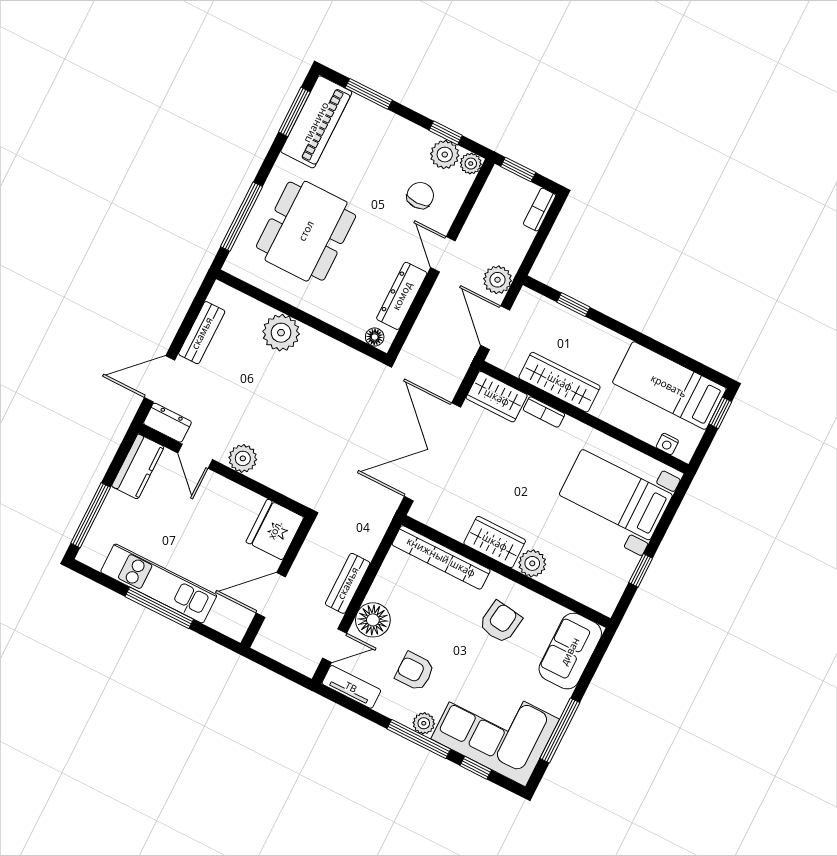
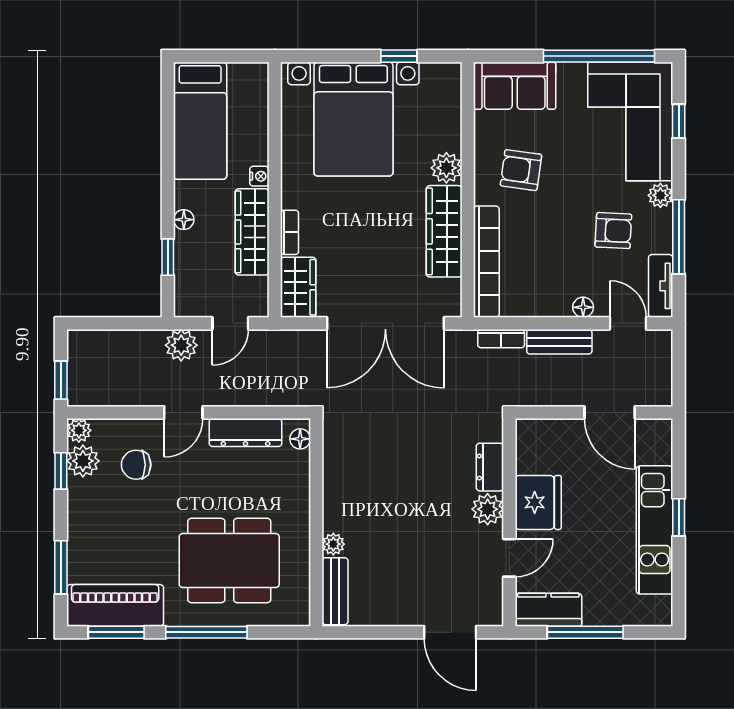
bookcase: (540, 210) -> (501, 339), moved
window: (241, 217) -> (206, 632), moved
door: (495, 328) -> (230, 323), width x0.73
bench: (202, 333) -> (335, 591), moved, turned 90
plant: (281, 333) -> (333, 544), width x0.53, depth x0.53
floor lamp: (597, 333) -> (184, 220), added
window: (720, 413) -> (202, 56), removed
dresser: (167, 423) -> (490, 467), moved
nightstand: (667, 444) -> (259, 176), moved
bed with nightstands: (616, 495) -> (353, 119), width x1.36
window: (91, 515) -> (585, 632), moved
fridge: (275, 530) -> (538, 502), moved, turned -90
wardrobe: (495, 542) -> (444, 231), width x1.50
window: (159, 608) -> (679, 517), width x0.46
floor lamp: (373, 620) -> (583, 307), width x0.53, depth x0.53
armchair: (415, 671) -> (613, 231), turned -87
window: (560, 730) -> (599, 56), width x1.46
window: (419, 739) -> (679, 237), moved

